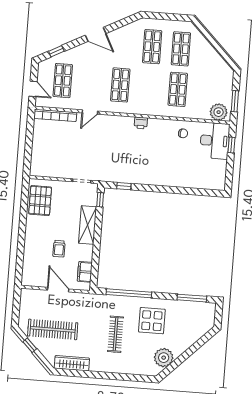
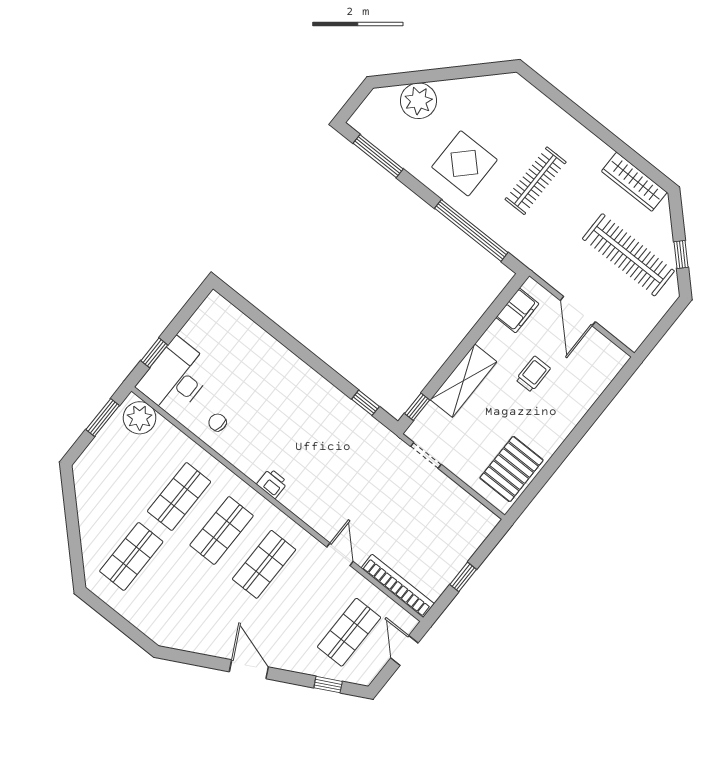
shop shelf: (152, 47) -> (222, 530), moved
door: (90, 112) -> (340, 554), hinge flipped
window: (29, 139) -> (463, 577), added
plant: (164, 358) -> (418, 101), moved

